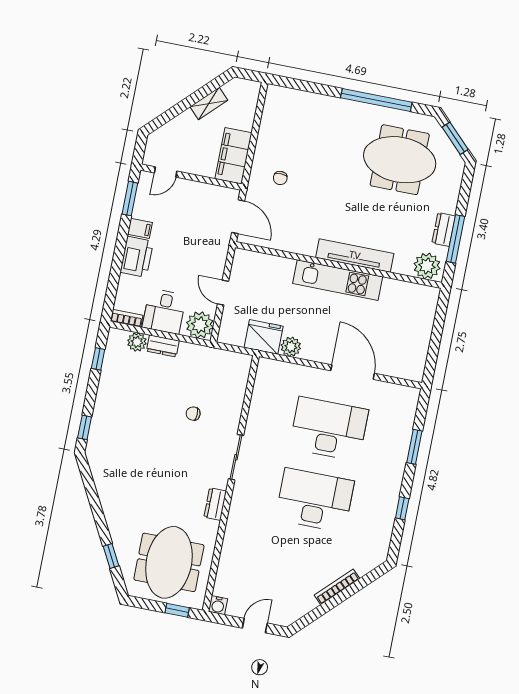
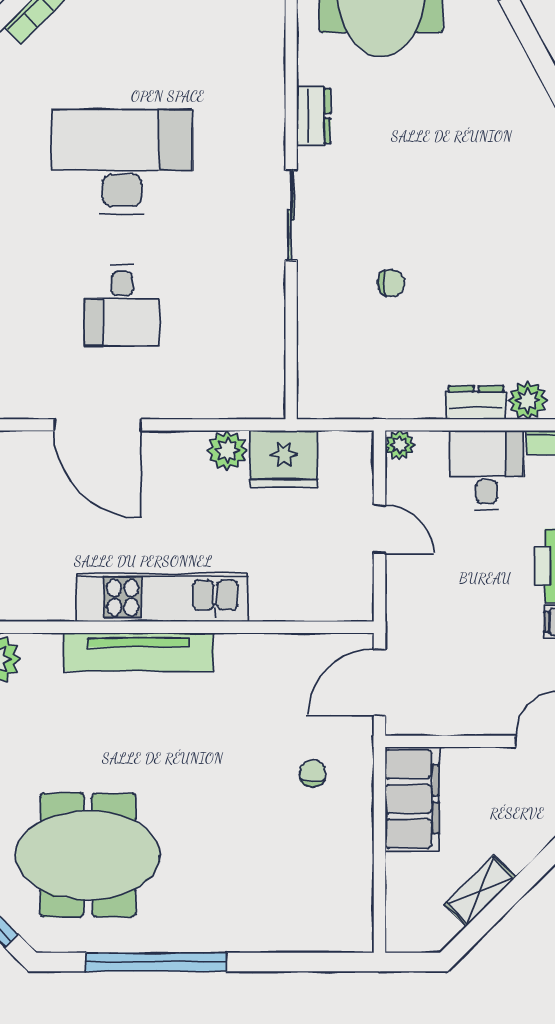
door: (238, 217) -> (379, 682), hinge flipped
plant: (200, 325) -> (399, 445), width x0.53, depth x0.53
desk: (329, 429) -> (122, 305), width x0.53, depth x0.77
desk: (315, 500) -> (122, 162), turned 180

